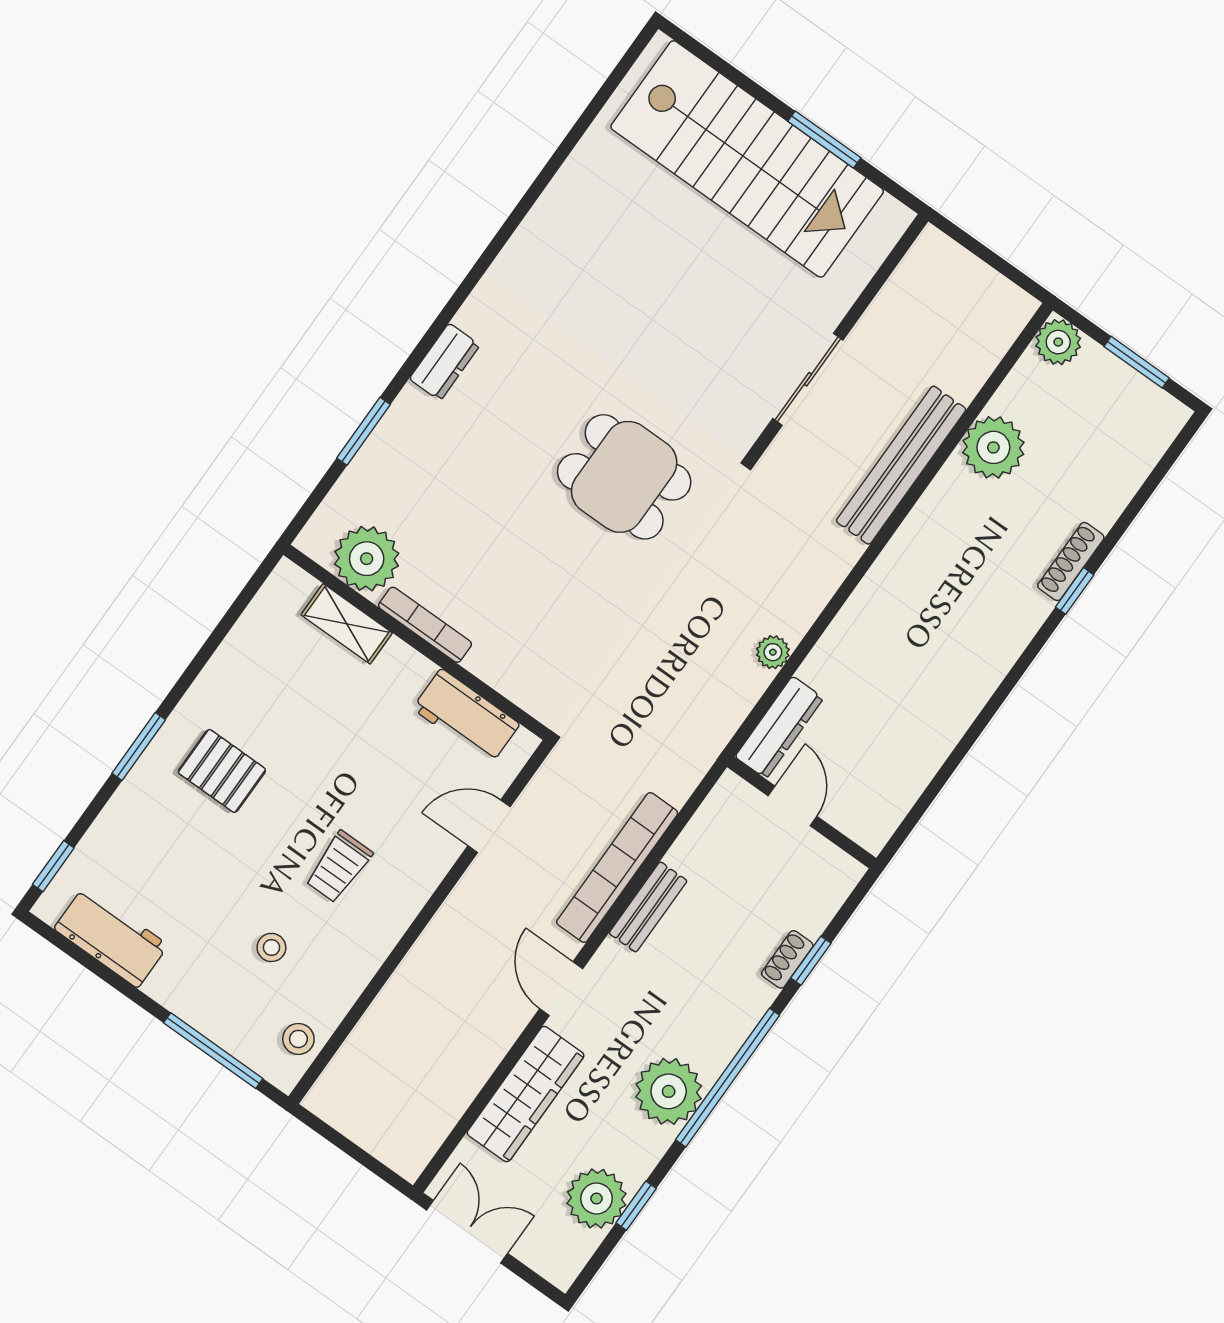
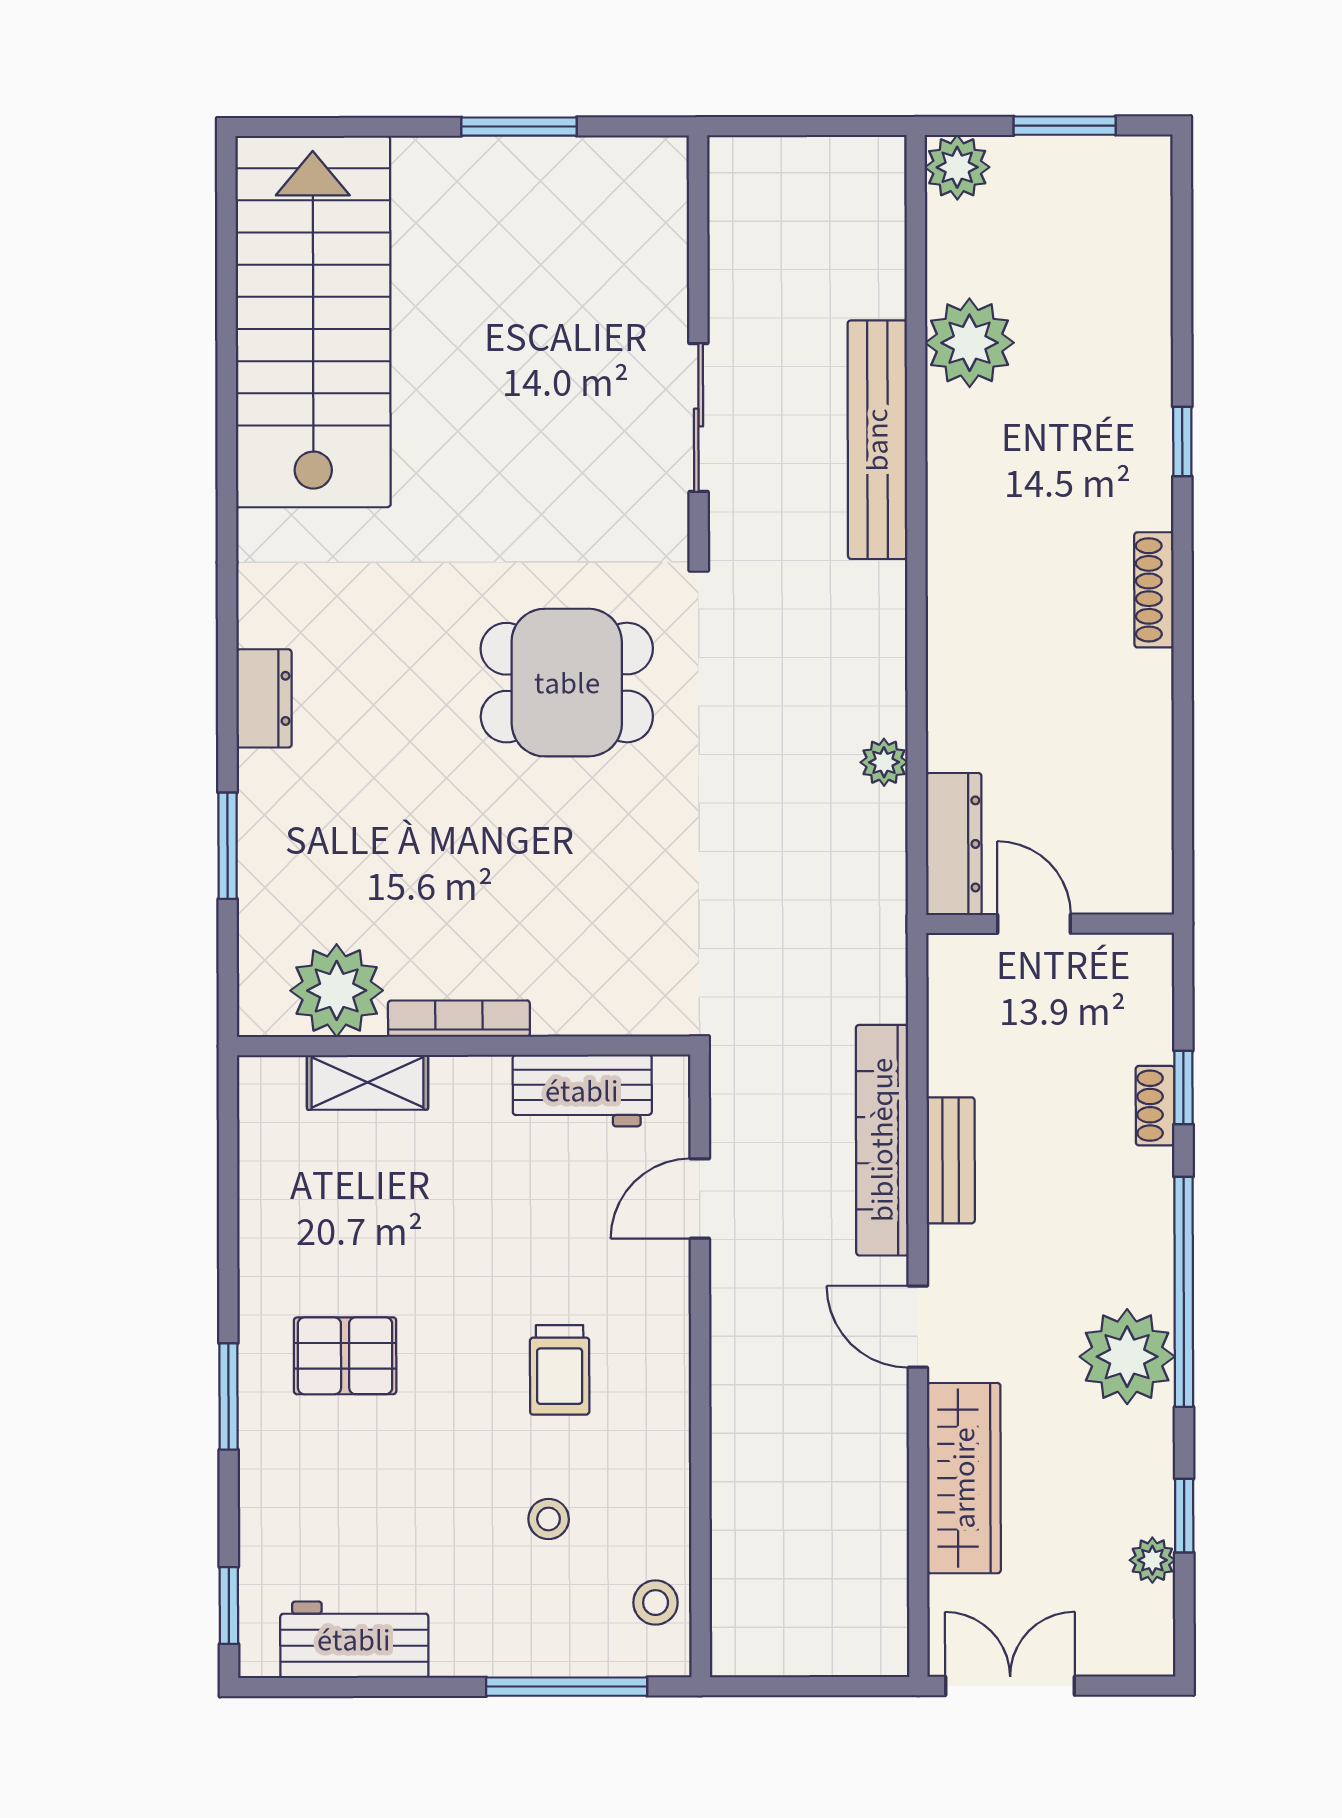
stairs: (747, 159) -> (313, 322), moved, turned -90
shoe rack: (1071, 562) -> (1154, 590), moved
plant: (597, 1199) -> (1152, 1560), width x0.53, depth x0.53

